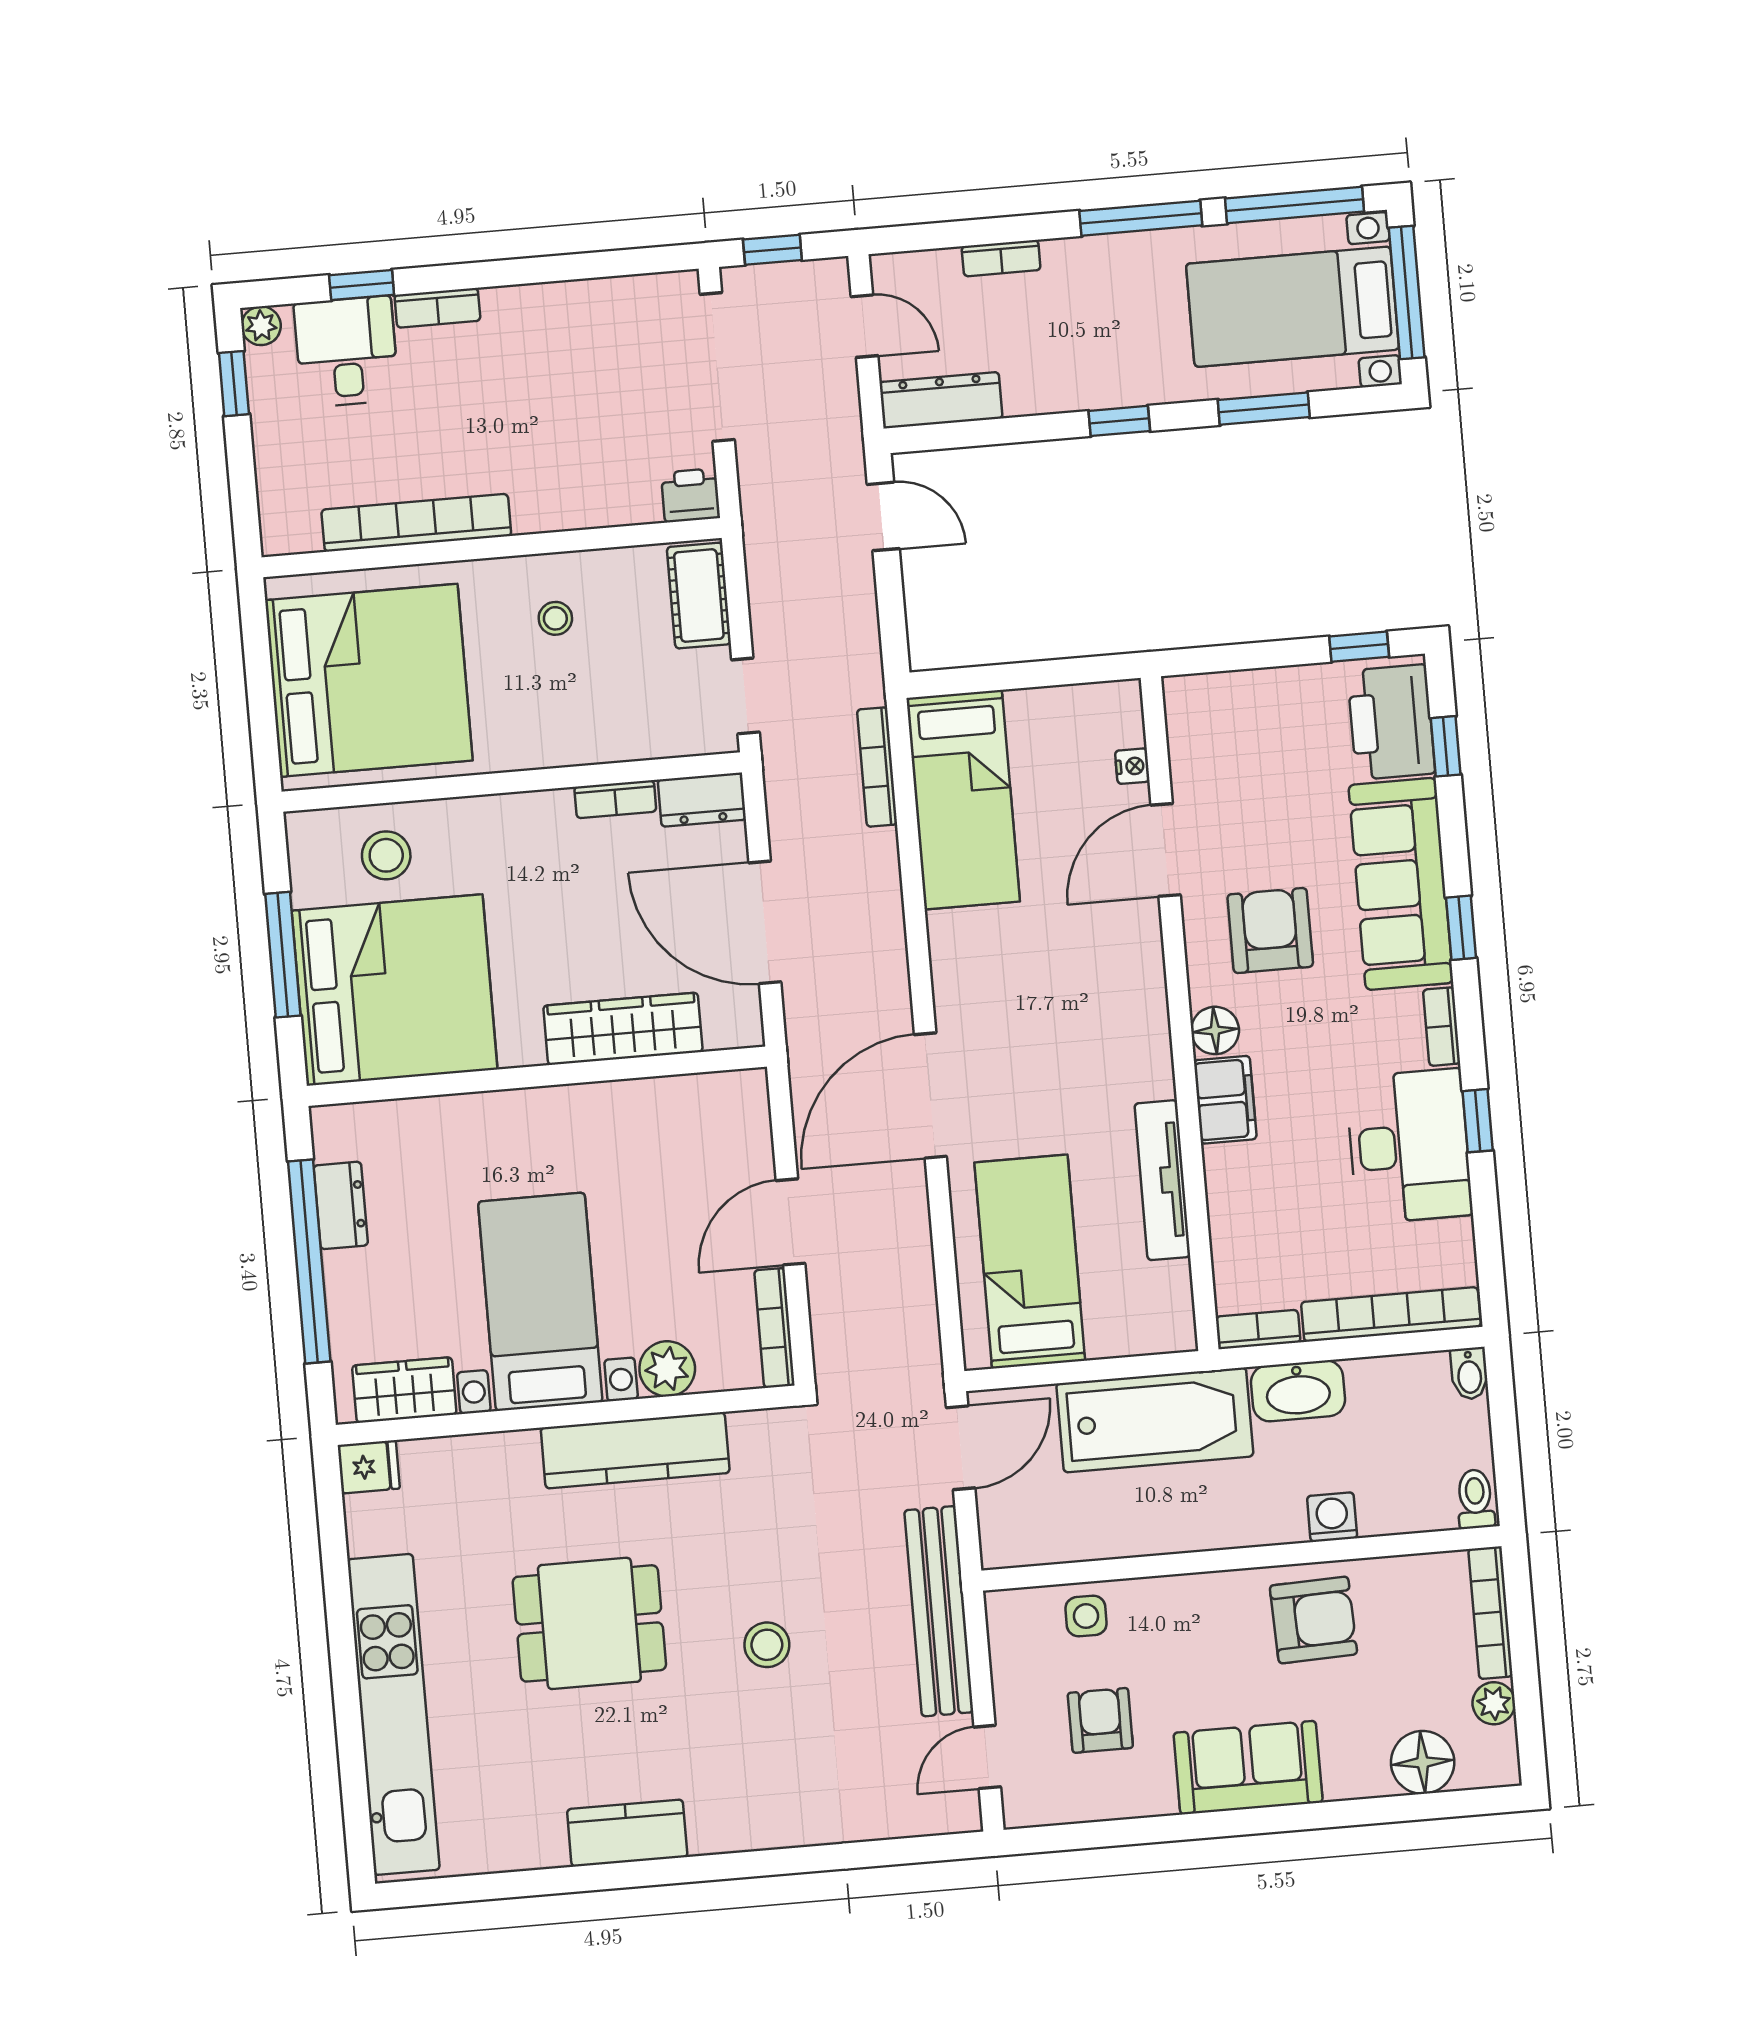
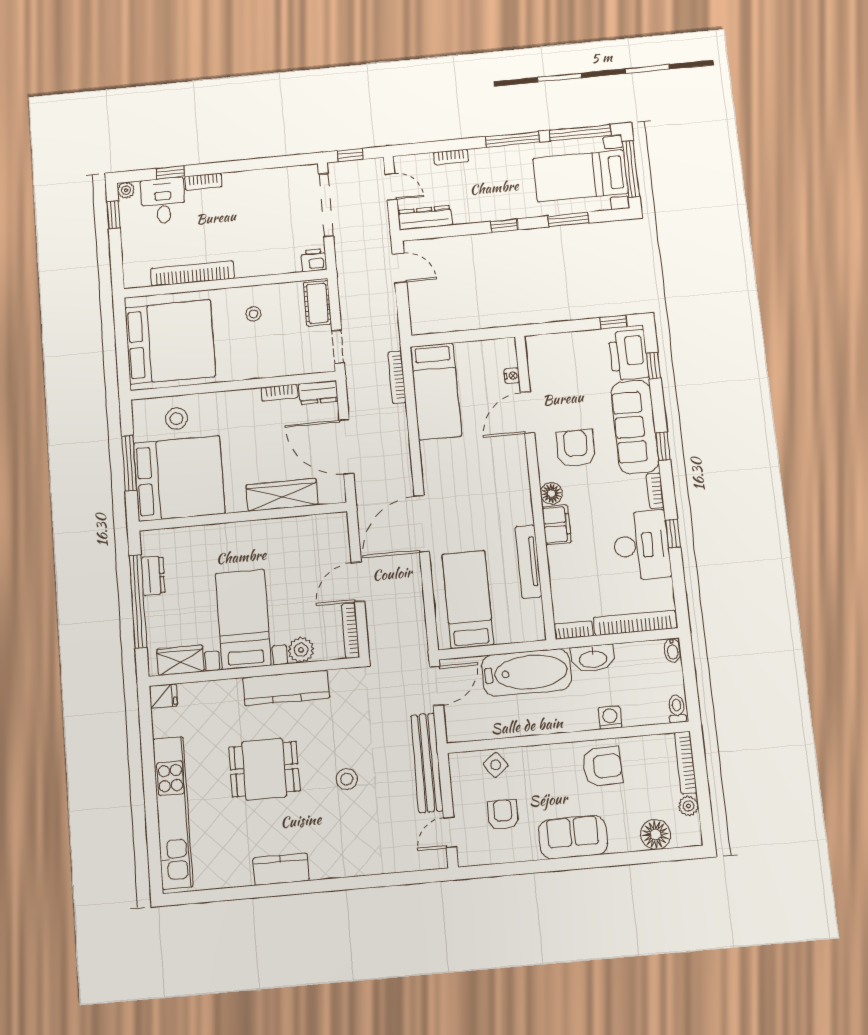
side table: (1086, 1616) -> (496, 765), turned -36

